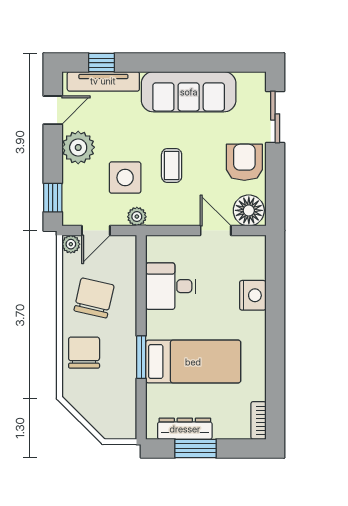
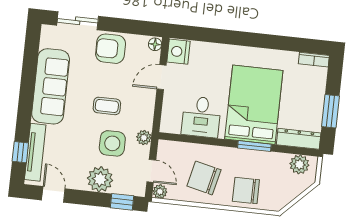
plant: (78, 147) -> (100, 179), moved
floor lamp: (249, 210) -> (155, 44), width x0.53, depth x0.53
nightstand: (253, 295) -> (178, 52), moved, turned -90
bed: (193, 362) -> (254, 105), width x1.50
plant: (124, 417) -> (299, 164), added
dresser: (185, 429) -> (299, 139), moved, turned 90

